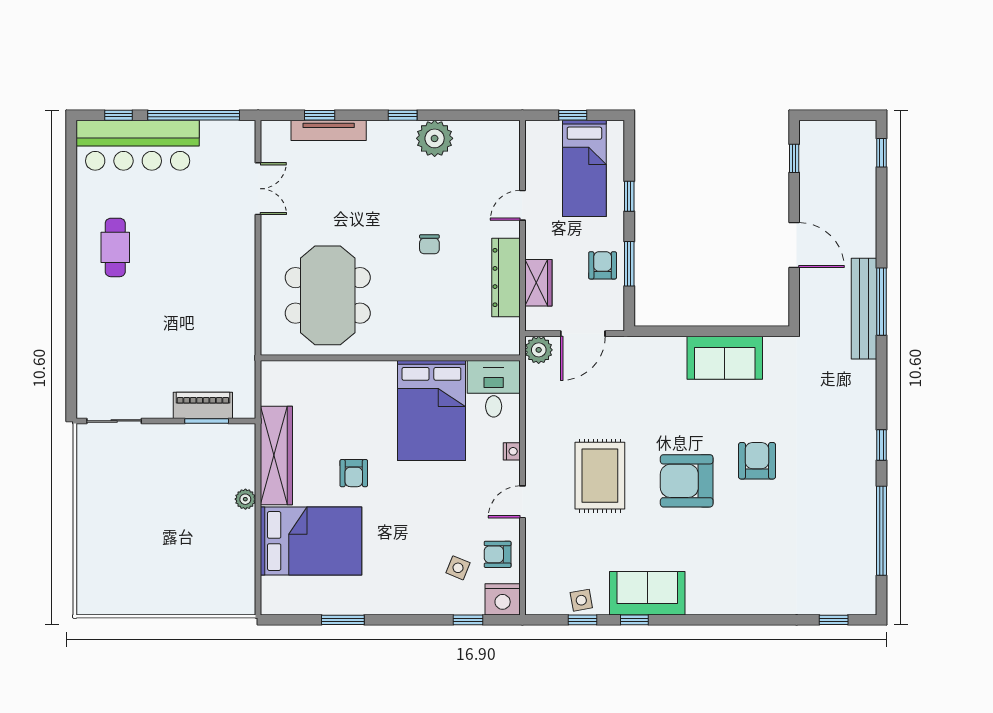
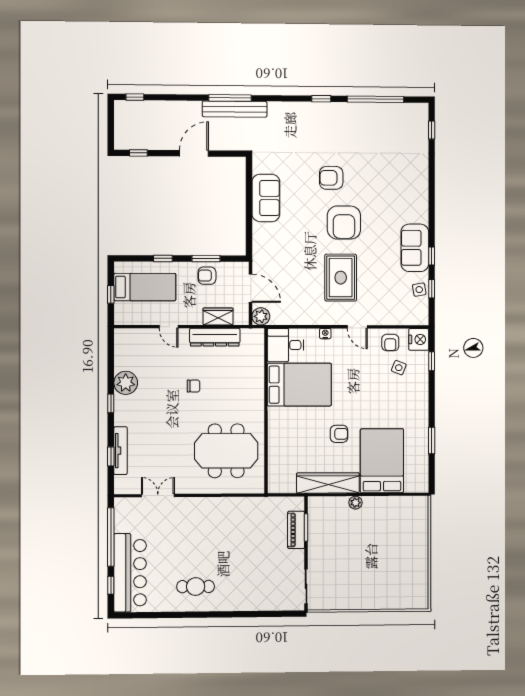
rug: (600, 476) -> (341, 278), turned 90

